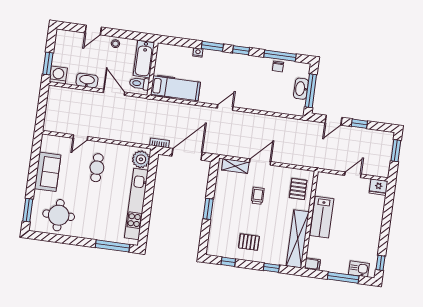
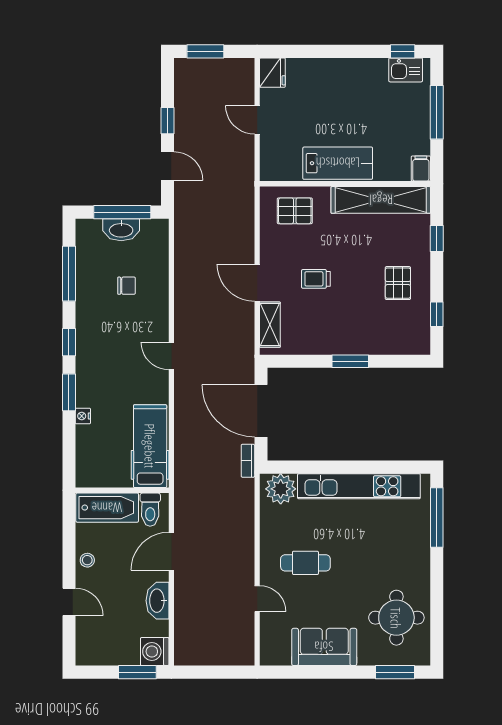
chair: (278, 66) -> (126, 286), moved
kitchen sink: (359, 269) -> (406, 70), moved, turned -90

